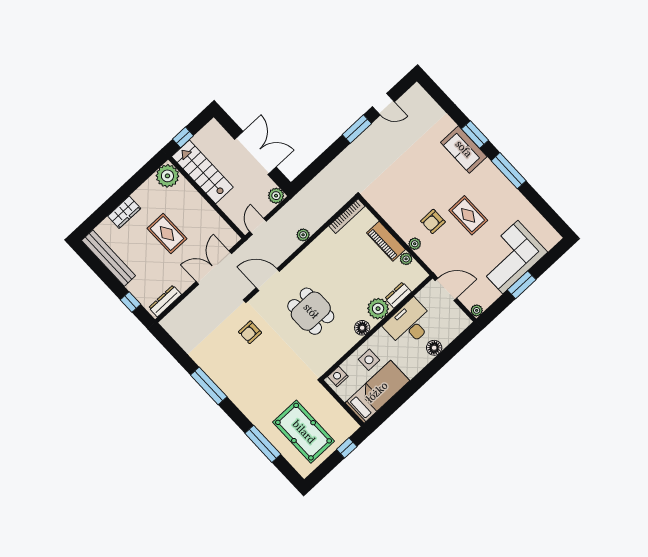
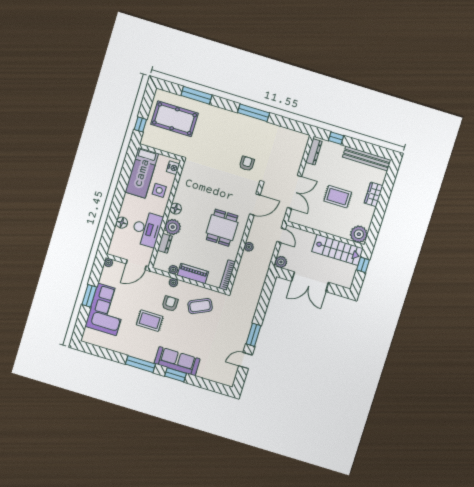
sofa: (464, 149) -> (177, 361), width x1.36
coffee table: (400, 199) -> (200, 306), added
dining table: (311, 311) -> (222, 228), moved, turned 90

